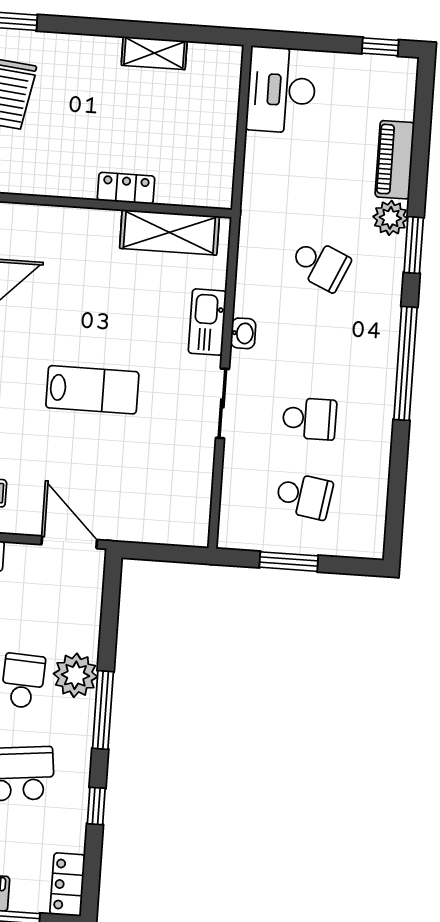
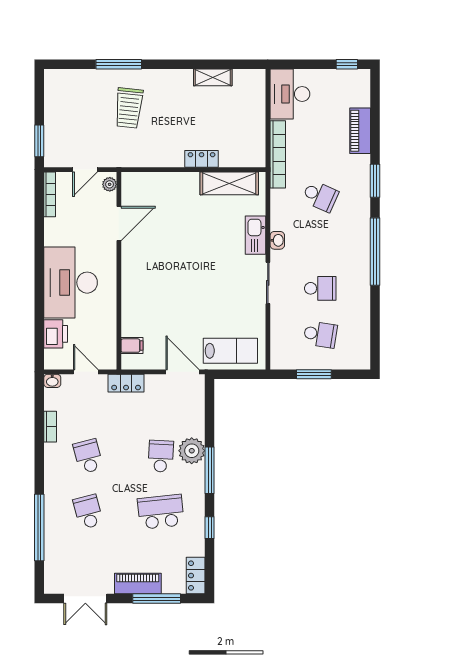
bookcase: (254, 189) -> (278, 154), added
plant: (390, 218) -> (360, 166), removed
lab bench: (92, 390) -> (230, 351), moved

